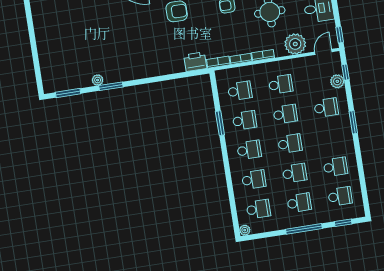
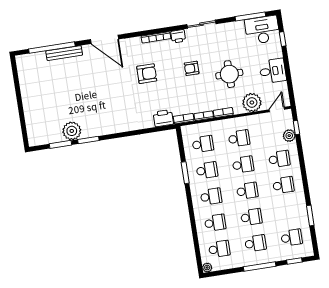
window: (340, 35) -> (291, 94), removed
plant: (98, 80) -> (72, 131), width x1.88, depth x1.88
window: (68, 93) -> (60, 144), moved
window: (353, 122) -> (310, 216), moved
school desk: (335, 167) -> (283, 185), moved

